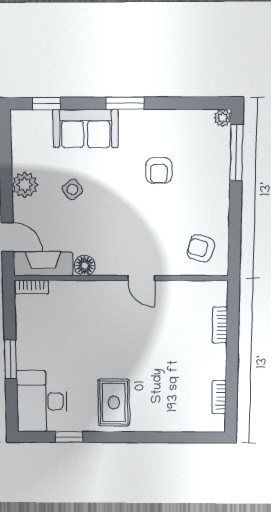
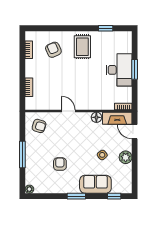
window: (236, 153) -> (22, 155), moved
armchair: (171, 397) -> (53, 50), added
desk: (42, 401) -> (119, 70), moved

